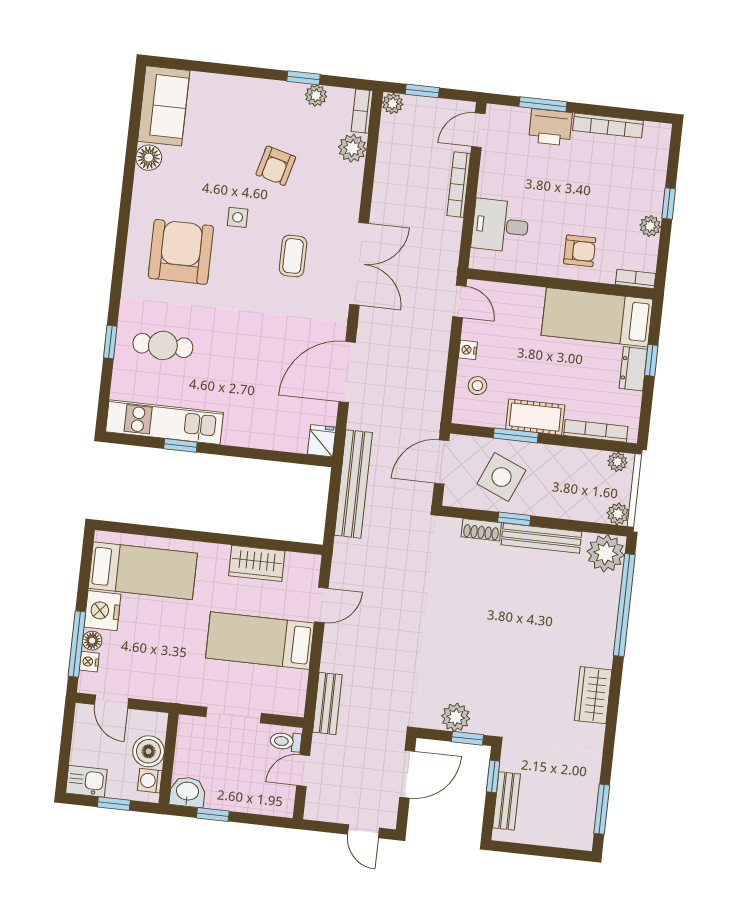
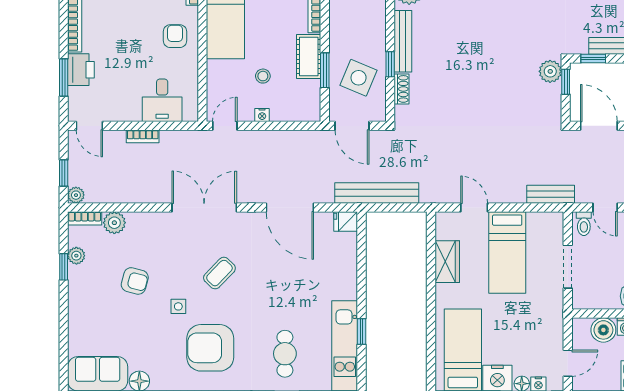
bookcase: (459, 185) -> (143, 136), width x0.64
coffee table: (293, 256) -> (219, 273), moved, turned -46
stool: (477, 386) -> (263, 76), moved
plant: (456, 717) -> (550, 71), moved

